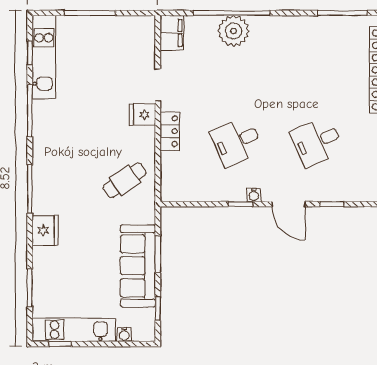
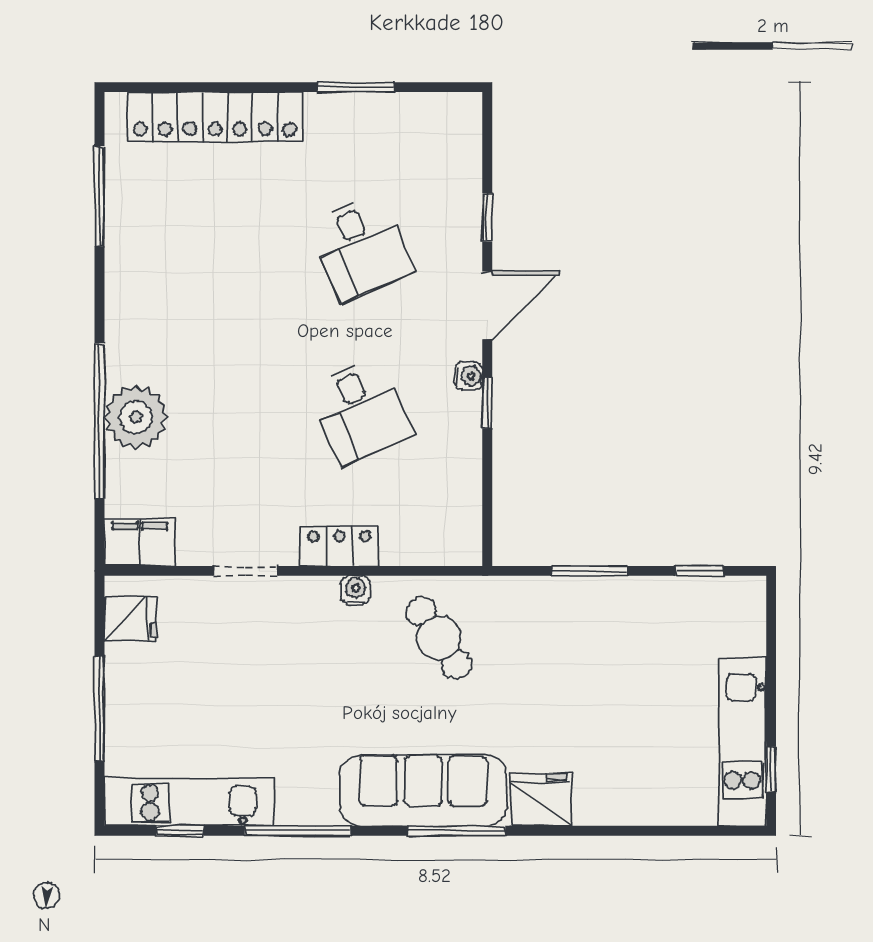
fridge: (143, 115) -> (130, 618), moved, turned -90
sofa: (138, 266) -> (423, 790), moved, turned 180
window: (30, 288) -> (657, 831), removed
water cooler: (124, 334) -> (356, 590), moved, turned -90

